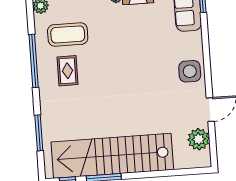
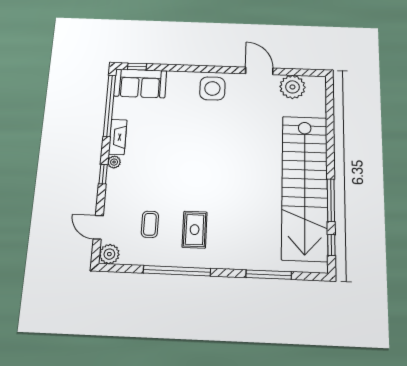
coffee table: (68, 34) -> (150, 224), width x0.54, depth x0.58
rug: (68, 71) -> (195, 230), turned 90

